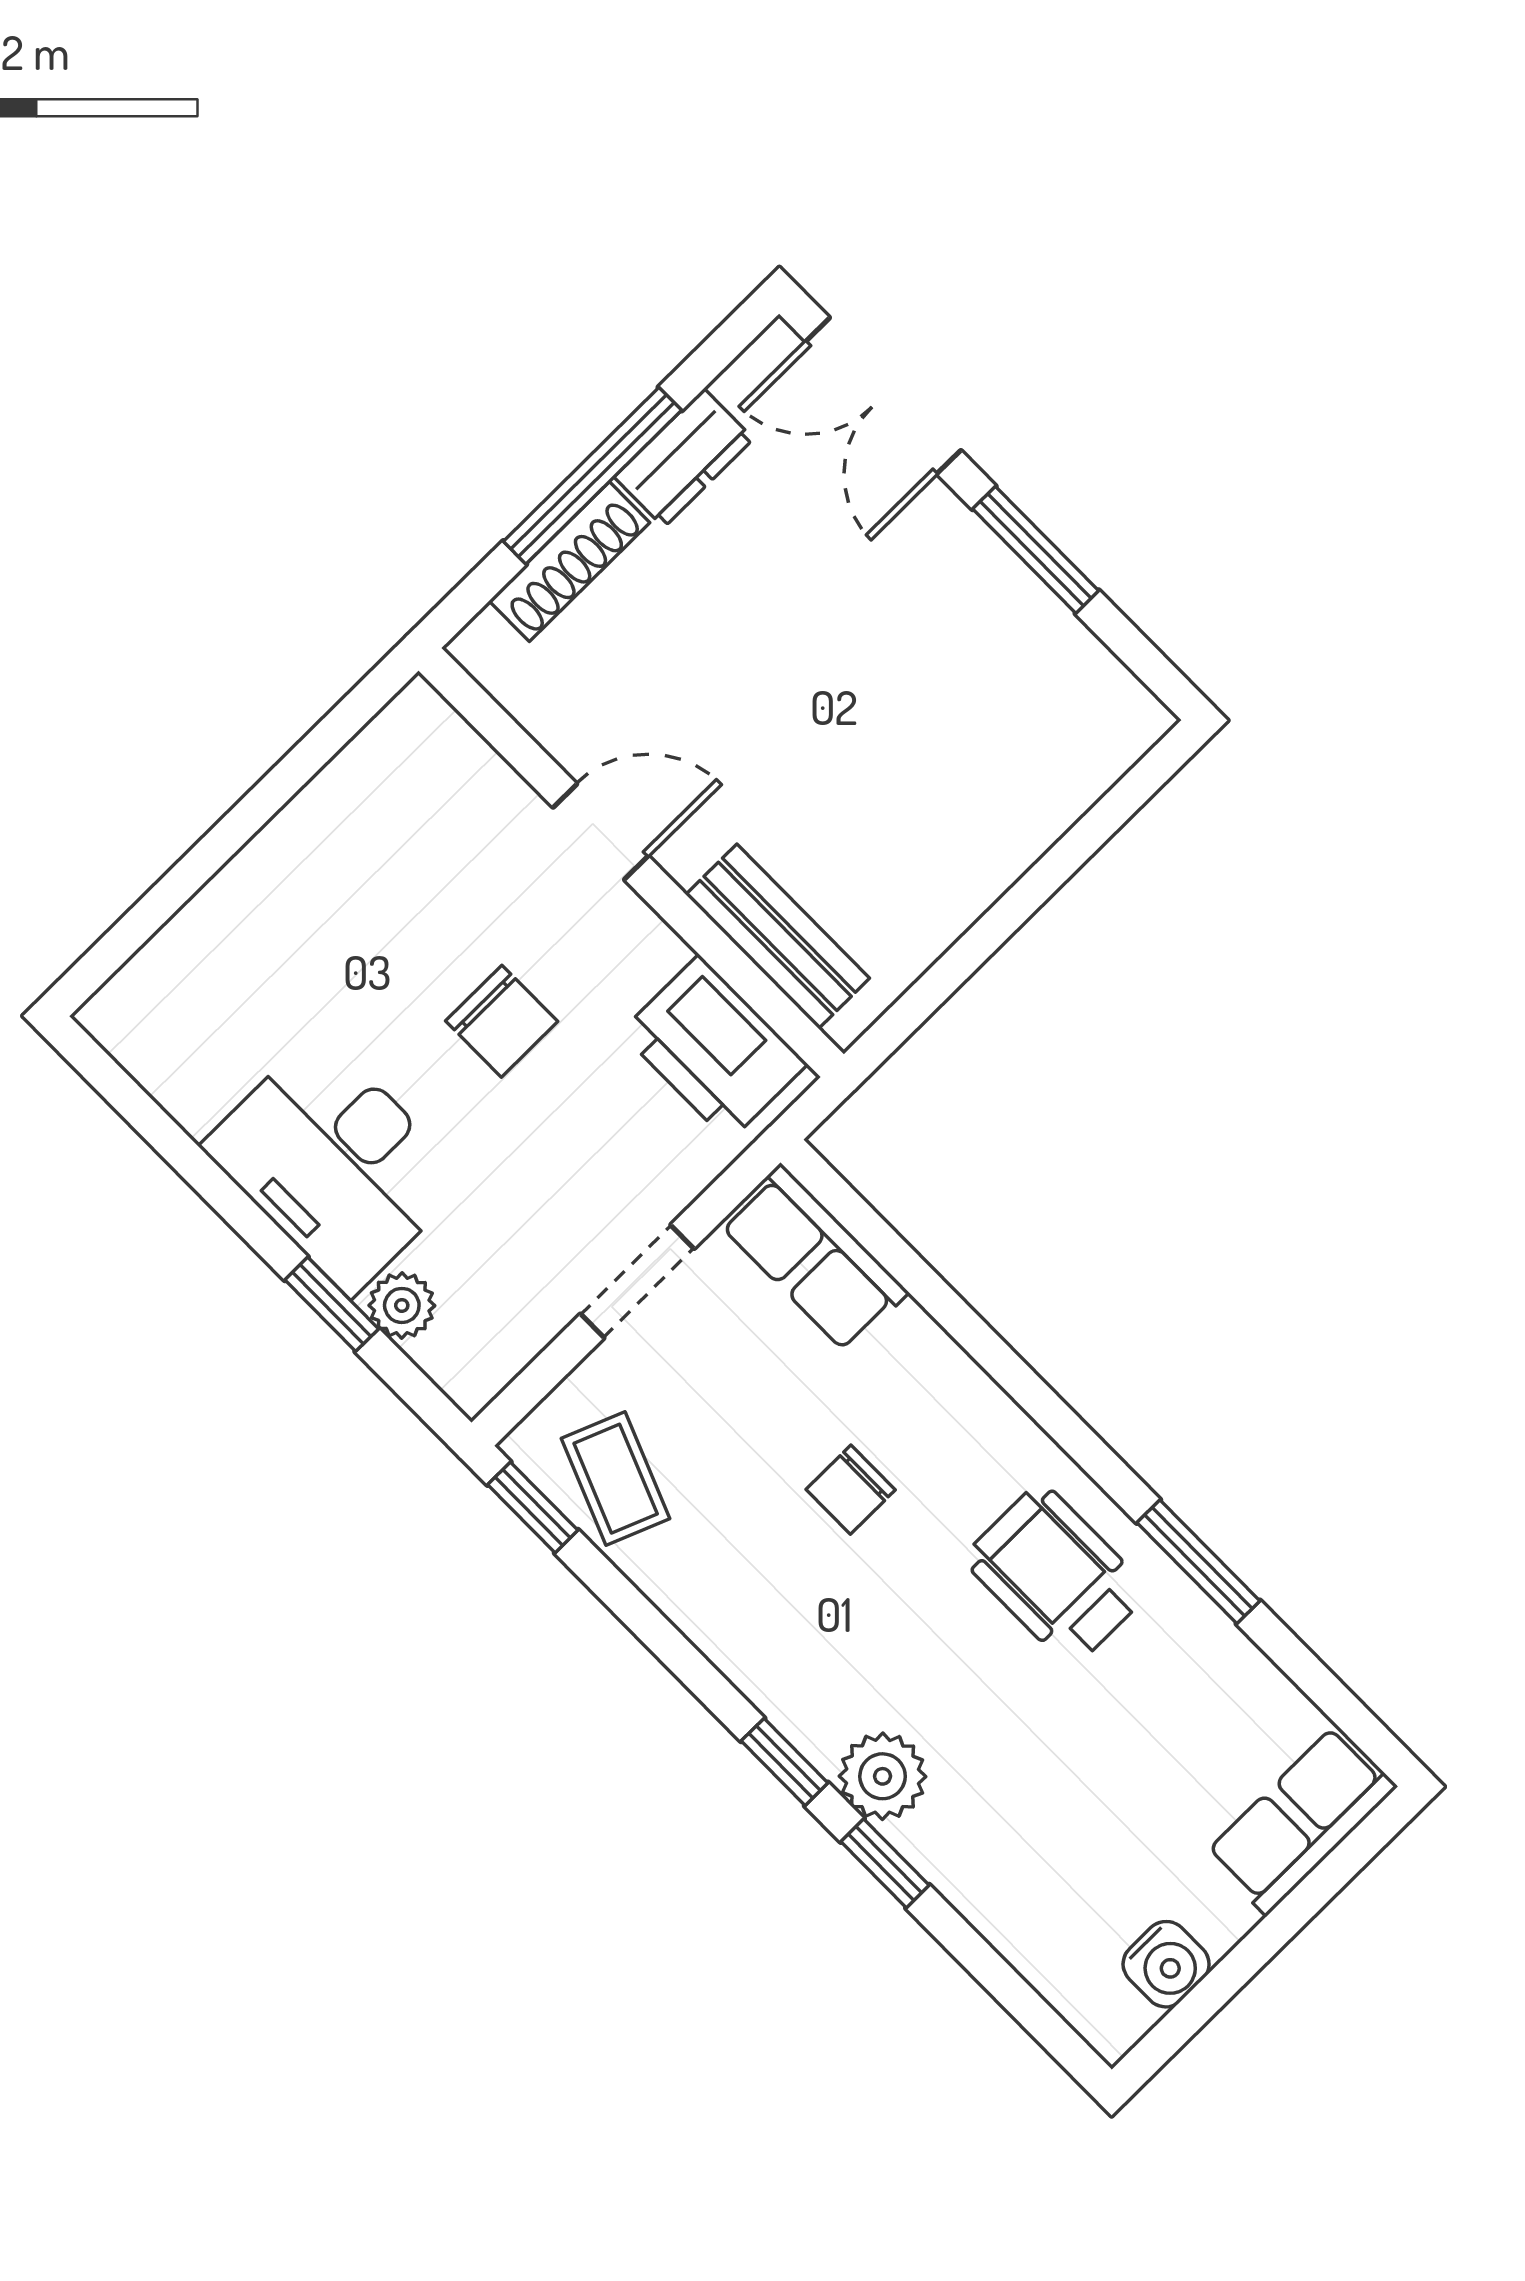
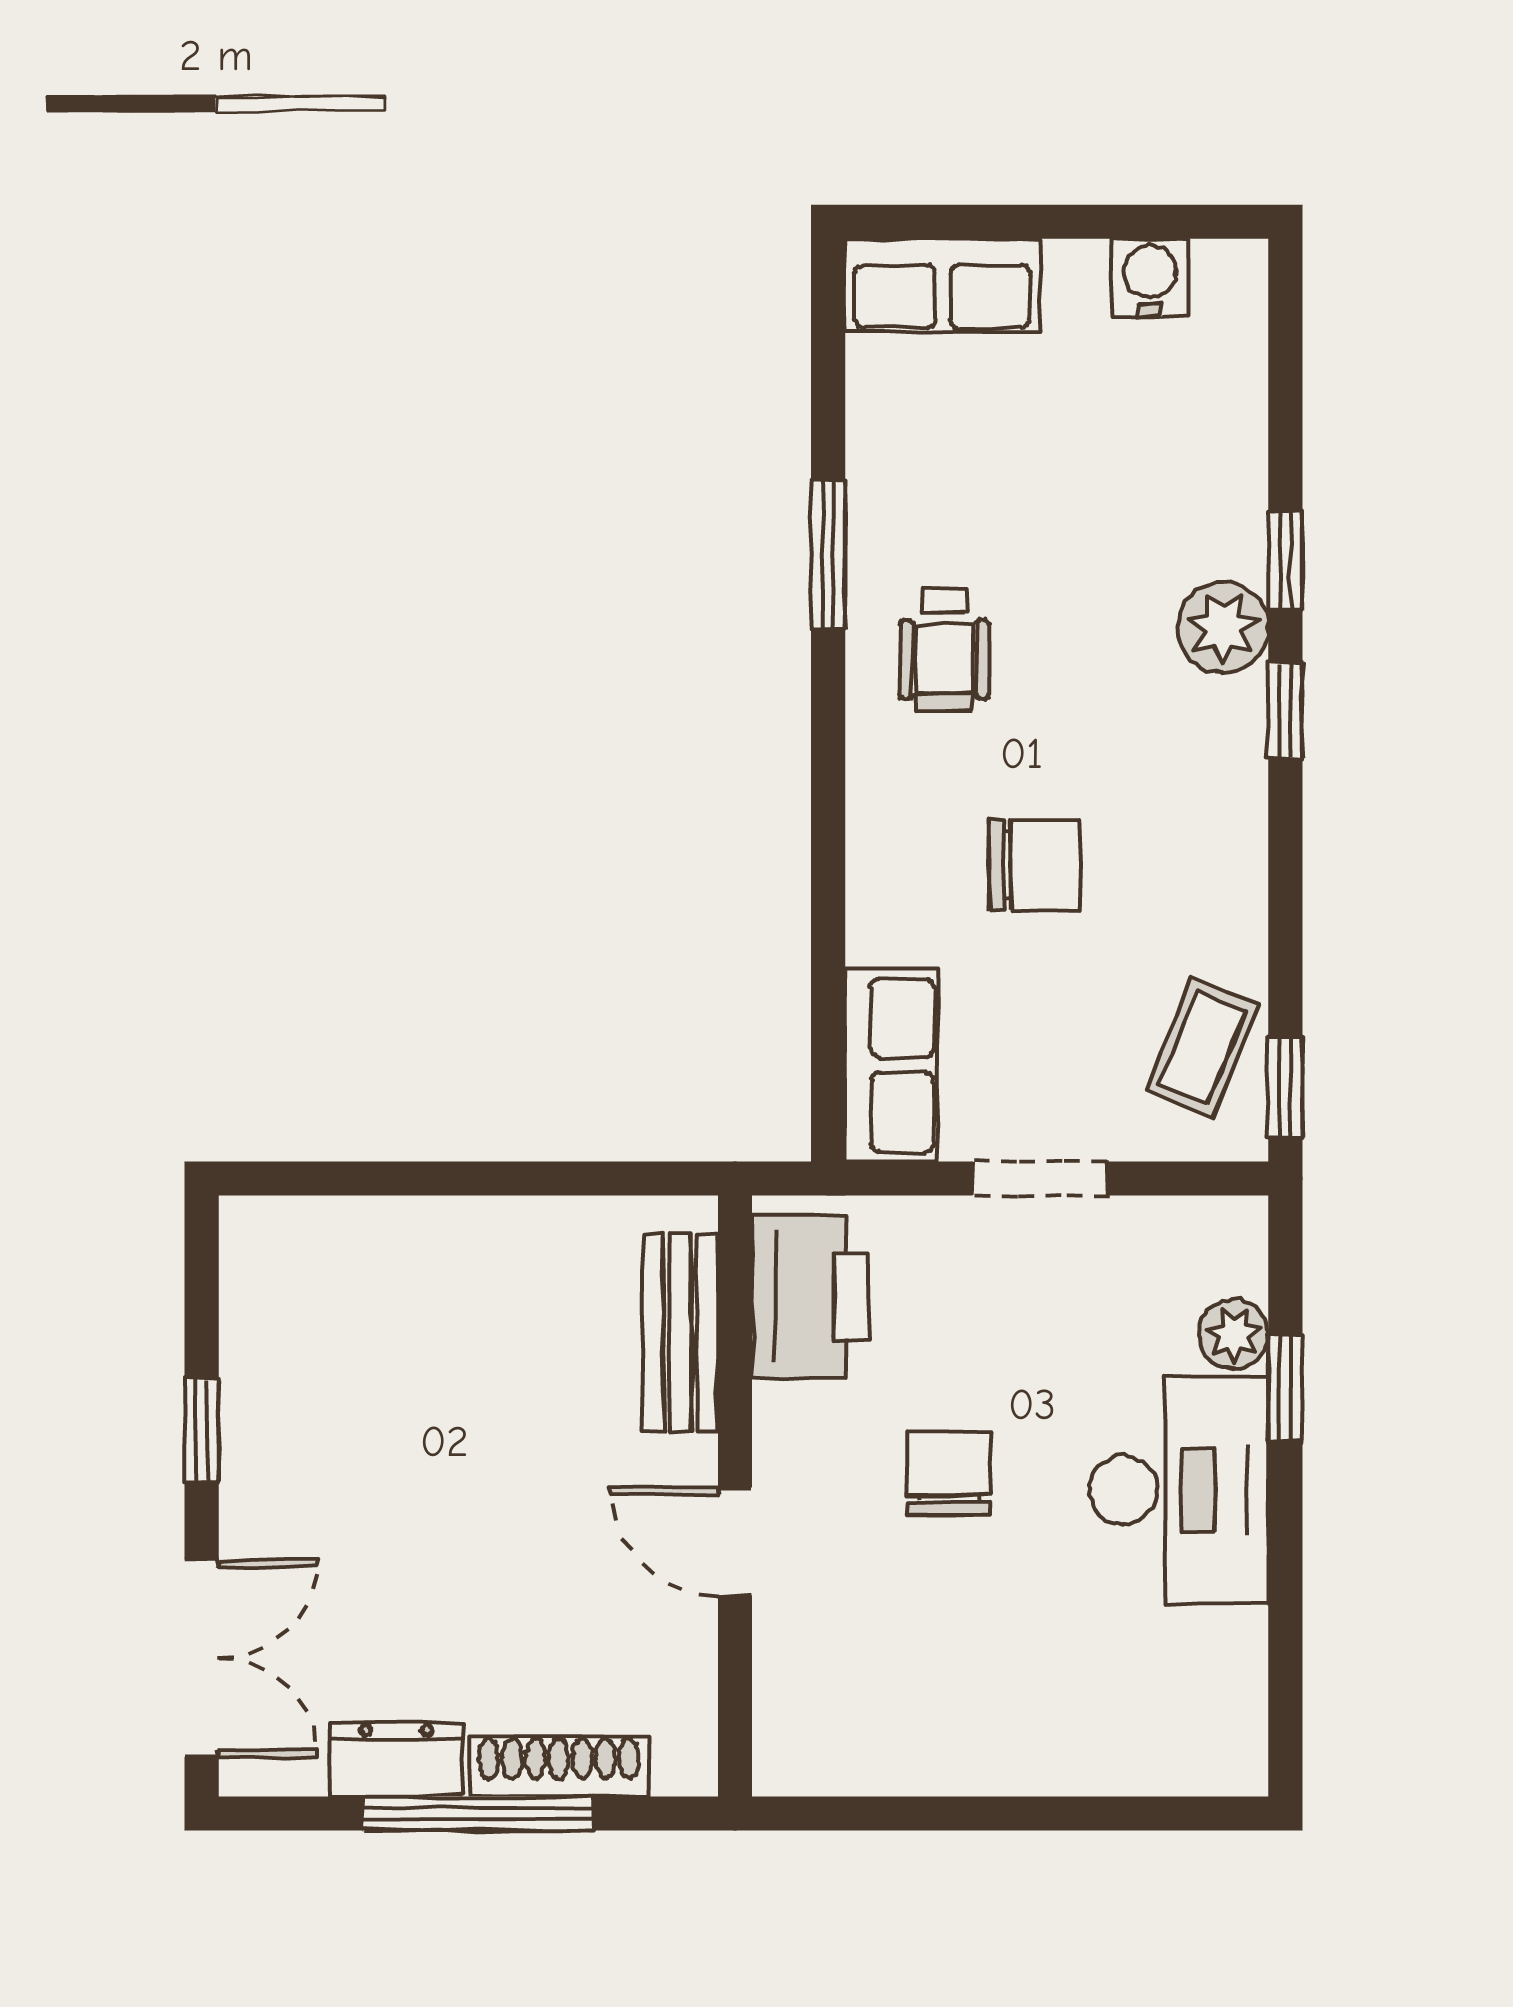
window: (1036, 550) -> (202, 1431), width x0.67
chair: (851, 1490) -> (1035, 865), width x1.37, depth x1.37
wheelchair: (1056, 1575) -> (944, 650), width x0.73, depth x0.73

